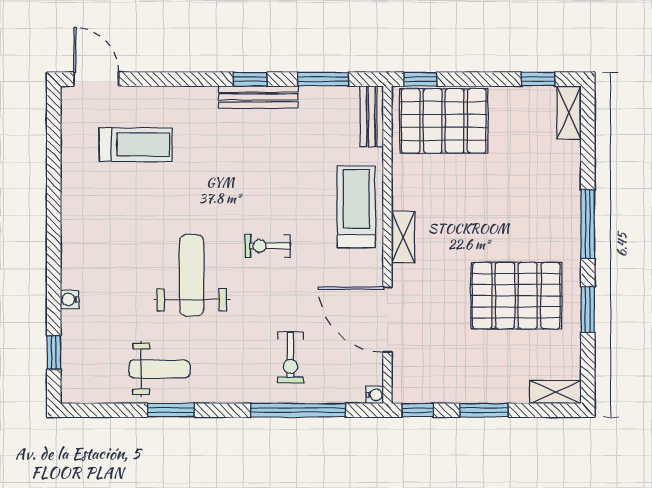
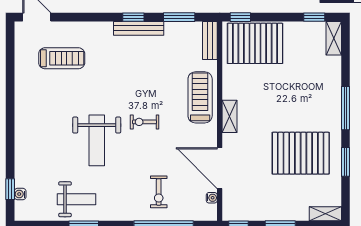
weight bench: (192, 275) -> (97, 140), turned 180
water cooler: (70, 299) -> (20, 194), moved
water cooler: (375, 395) -> (212, 198), moved

